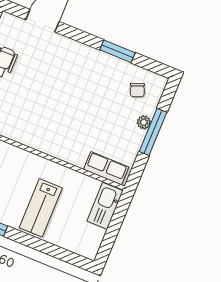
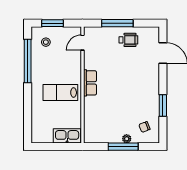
row of seats: (106, 168) -> (90, 83), moved
lab bench: (41, 208) -> (60, 93), moved

